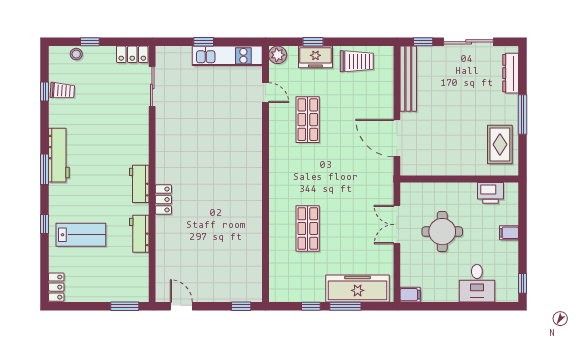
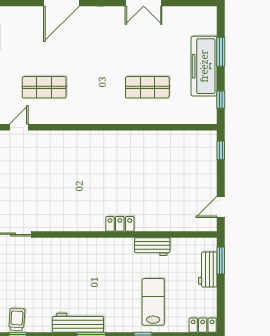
workbench: (139, 184) -> (208, 270), moved, turned 90
freezer: (358, 289) -> (204, 66), moved
window: (311, 306) -> (221, 100), moved

